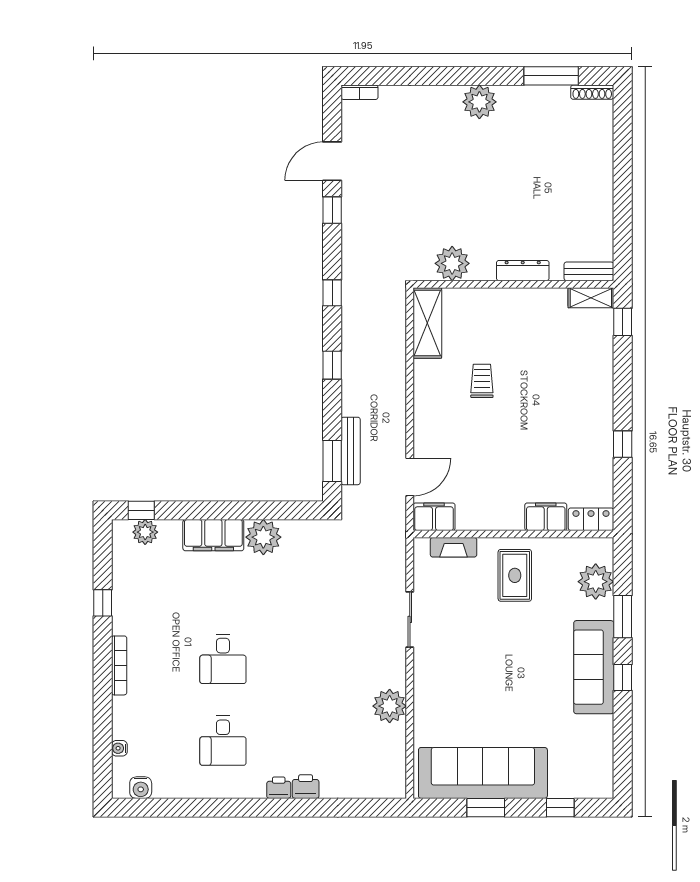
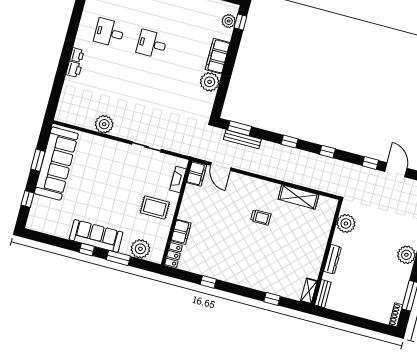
plant: (452, 263) -> (346, 223), moved
dresser: (523, 271) -> (332, 259), moved
bench: (589, 271) -> (323, 294), moved
wall: (513, 284) -> (327, 252), moved
shelving: (591, 298) -> (309, 291), moved

